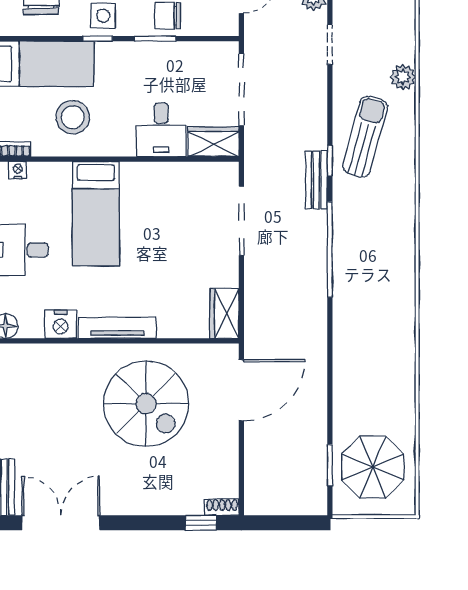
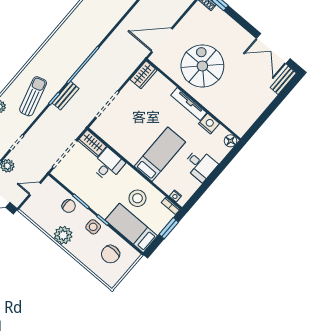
sun lounger: (365, 137) -> (33, 96), turned 149

